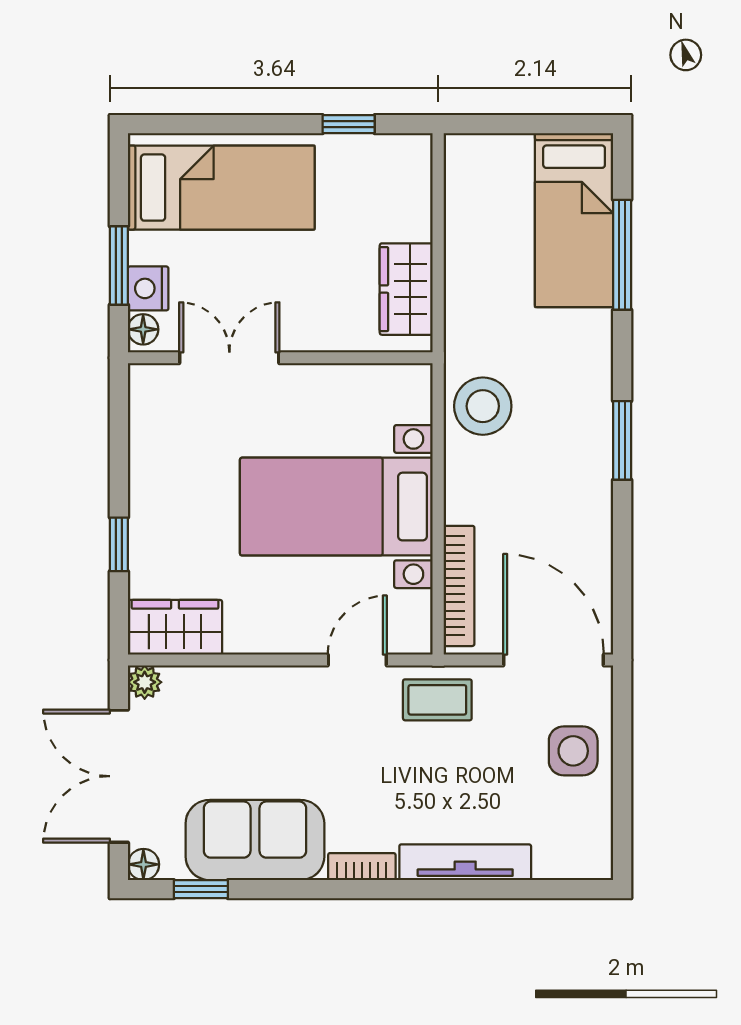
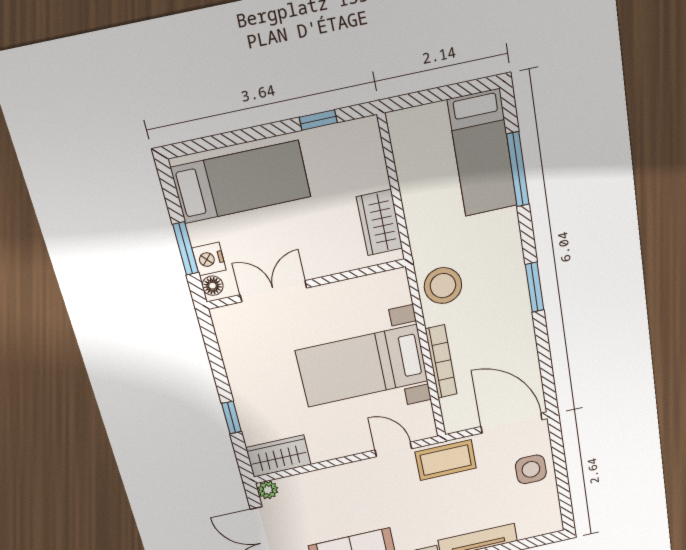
bookcase: (459, 586) -> (441, 362), moved
door: (357, 660) -> (393, 449), hinge flipped
coffee table: (437, 700) -> (446, 460), width x1.36, depth x1.30

